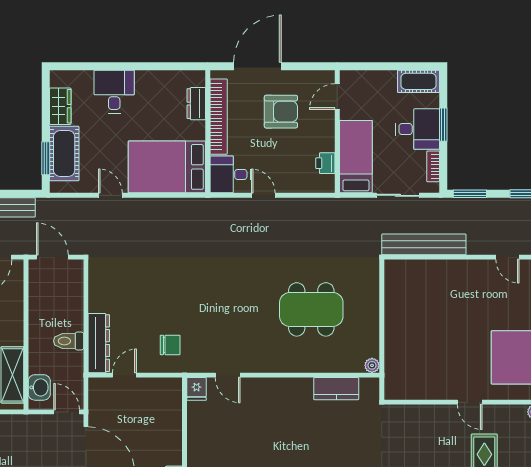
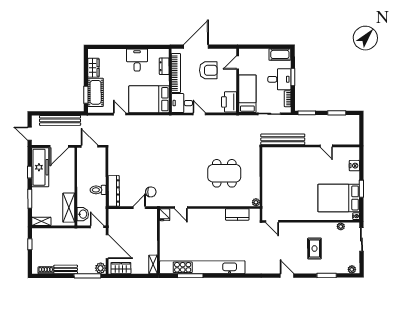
desk: (114, 92) -> (137, 60), moved
printer: (325, 163) -> (229, 102), width x1.87, depth x1.48
door: (124, 375) -> (139, 208), moved
door: (470, 402) -> (272, 221), moved

